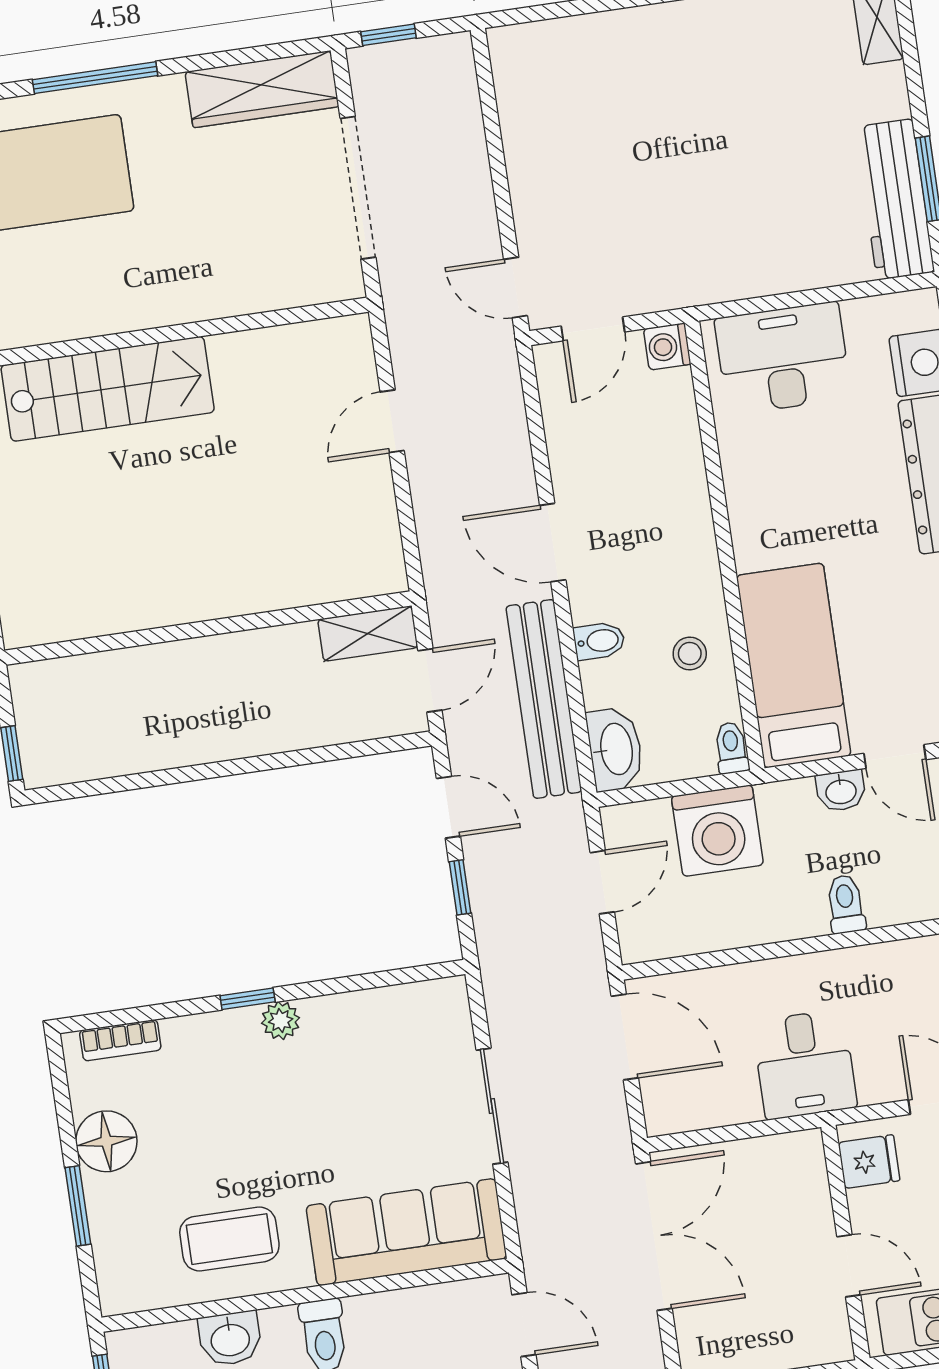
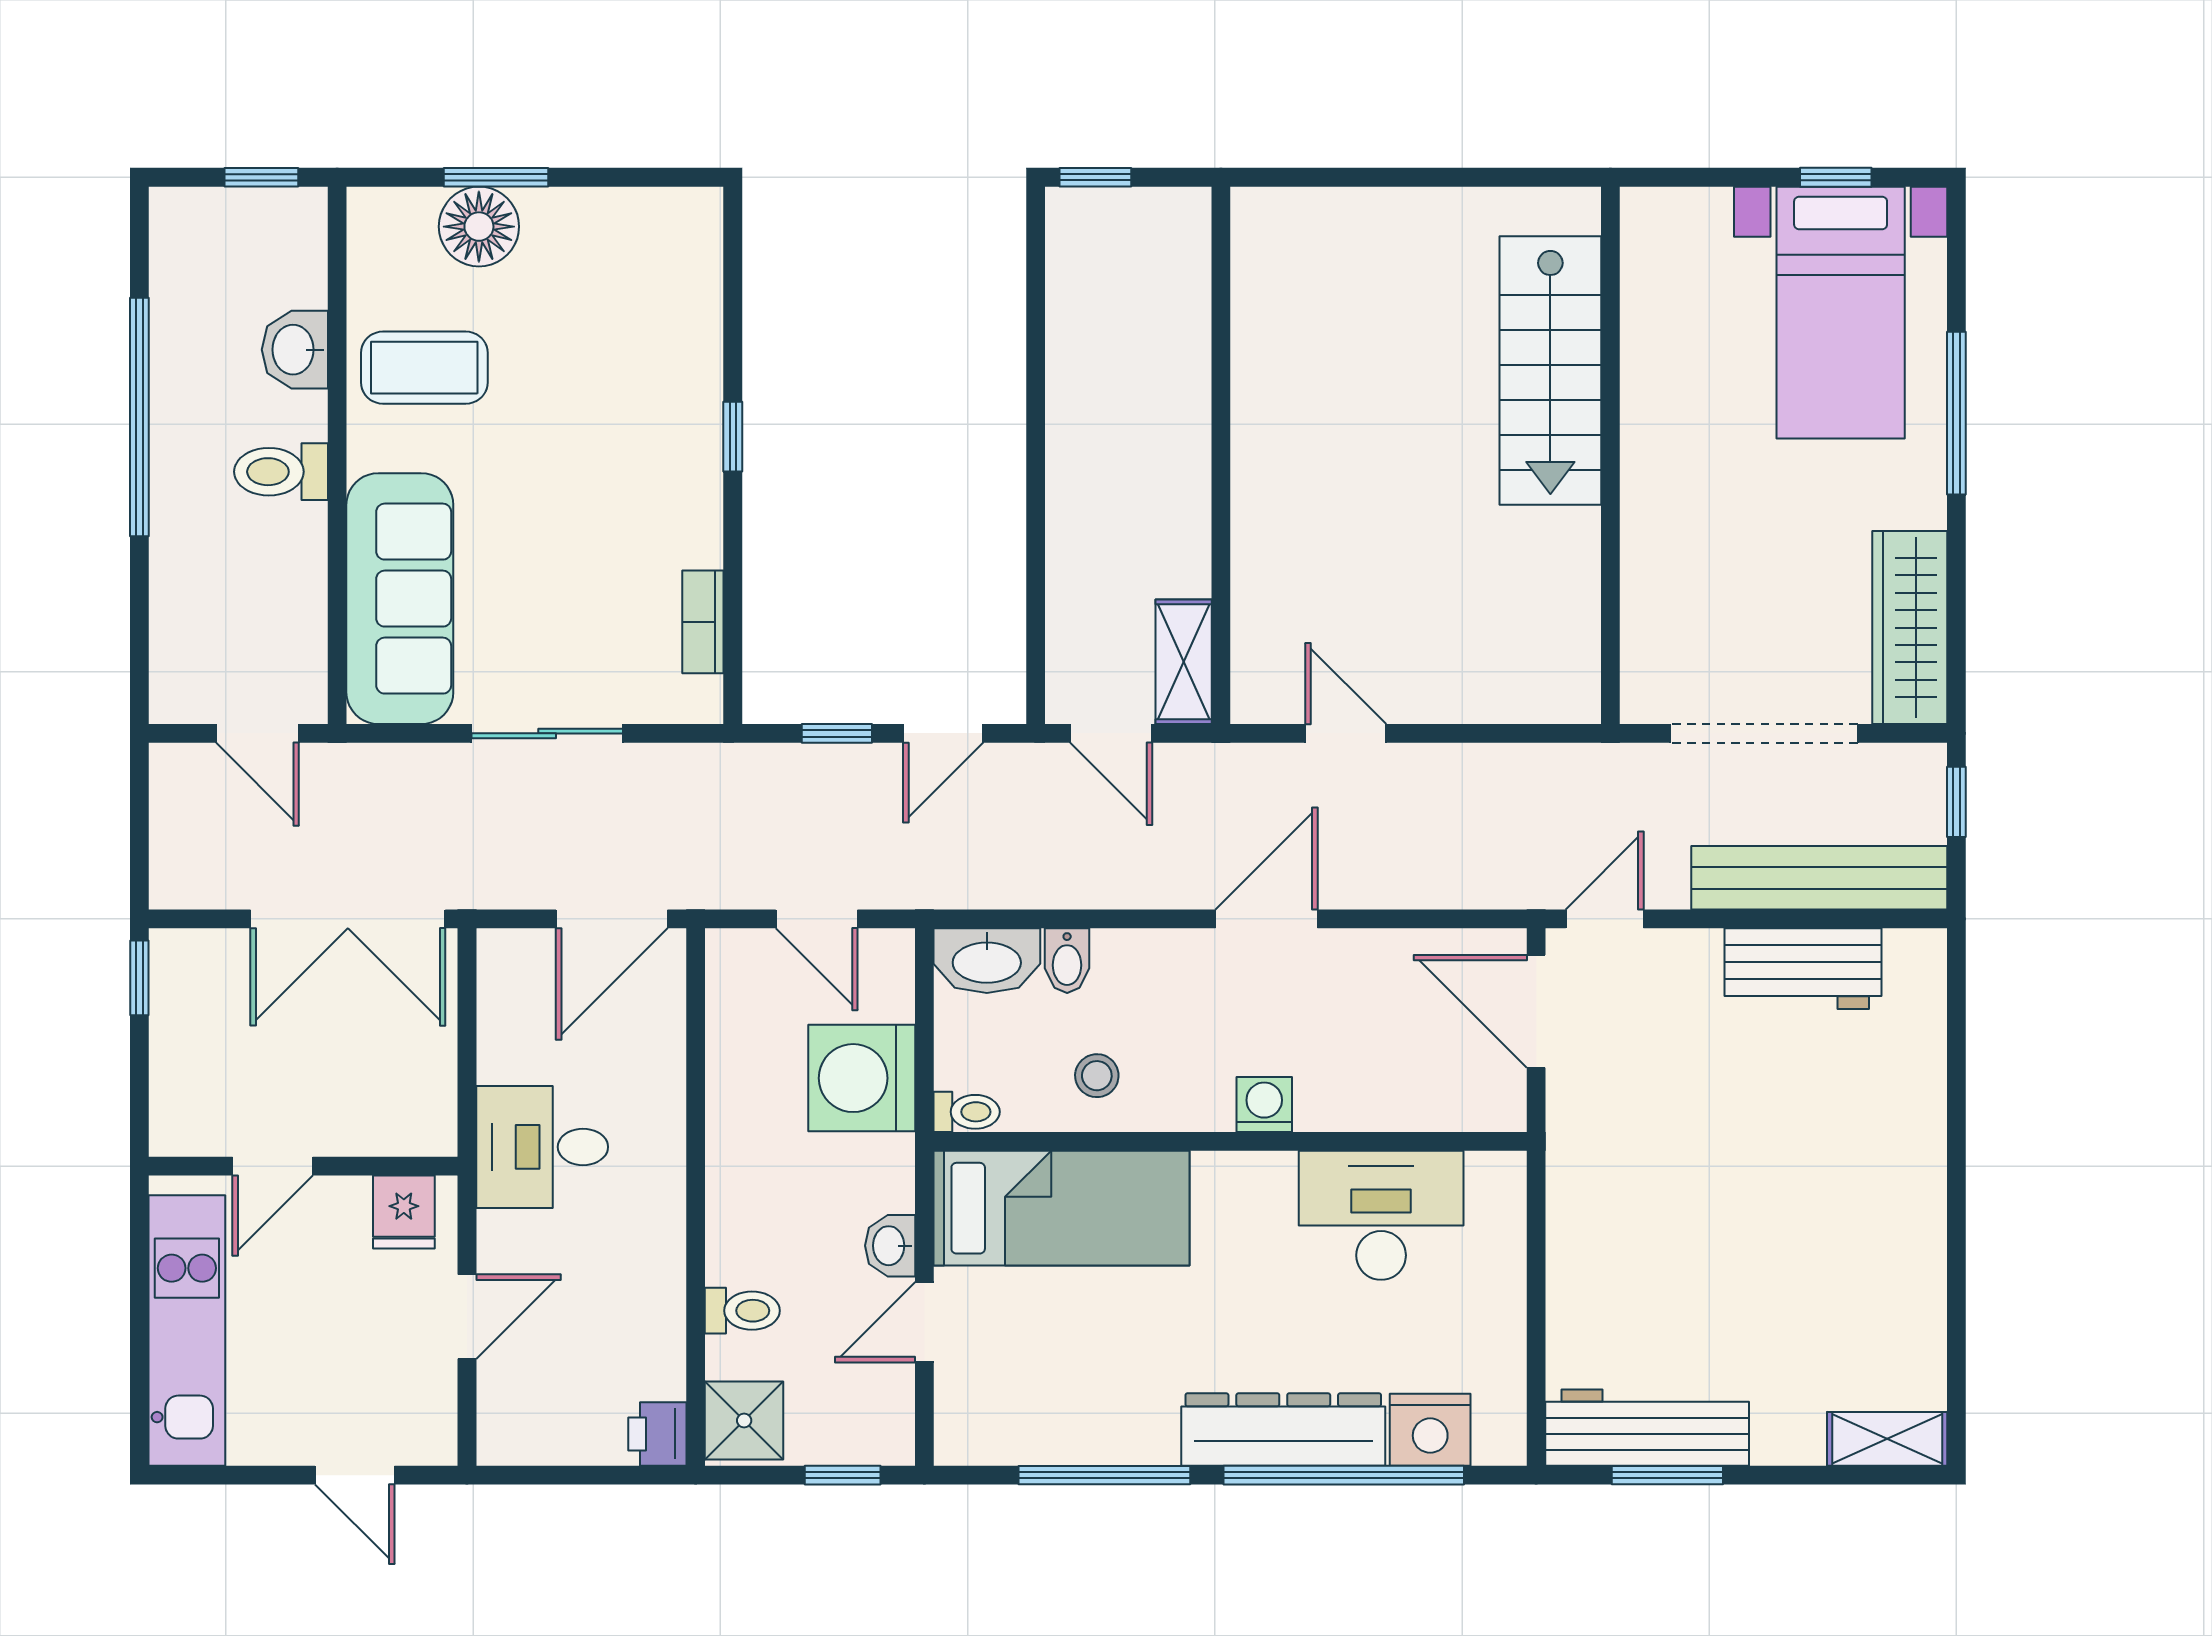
workbench: (531, 132) -> (1803, 969), added
door: (593, 329) -> (1536, 1011), width x1.38
washing machine: (667, 347) -> (1264, 1104), moved
desk: (783, 358) -> (1381, 1215), moved, turned -90
door: (392, 421) -> (1346, 733), moved
bidet: (599, 641) -> (1067, 961), moved
bench: (544, 699) -> (1819, 878), moved
toilet: (846, 904) -> (742, 1311), moved
plant: (281, 1021) -> (698, 475), removed
bookcase: (120, 1040) -> (703, 622), moved
floor lamp: (106, 1141) -> (479, 227), moved
coffee table: (229, 1239) -> (424, 368), turned 90
door: (524, 1325) -> (258, 733), hinge flipped

